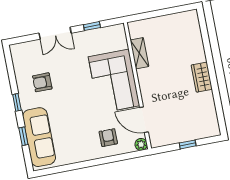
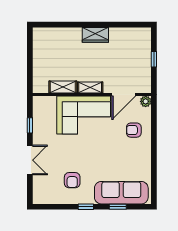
shelving: (144, 82) -> (90, 88), added

